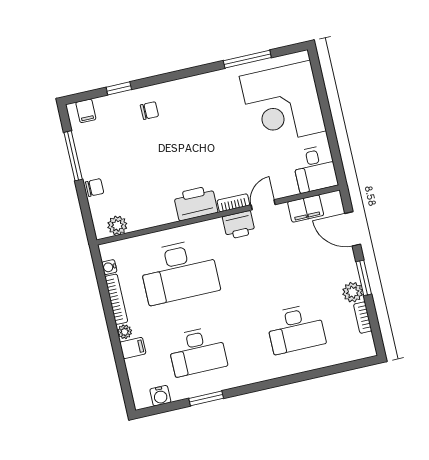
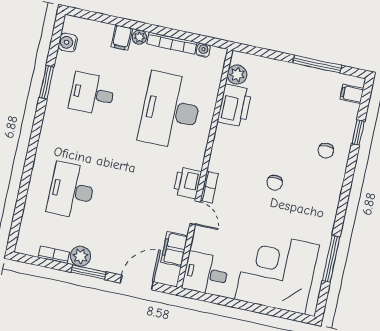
chair: (95, 187) -> (275, 183), moved
printer: (196, 203) -> (235, 105), moved
desk: (197, 351) -> (92, 94), width x0.73

